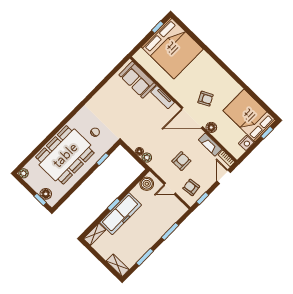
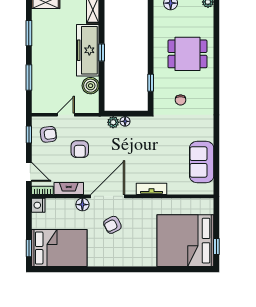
sofa: (138, 80) -> (202, 162), moved, turned -90
nightstand: (246, 143) -> (38, 205), moved
dining table: (65, 155) -> (187, 54), width x0.53, depth x0.80
boiler: (147, 184) -> (91, 86), moved

